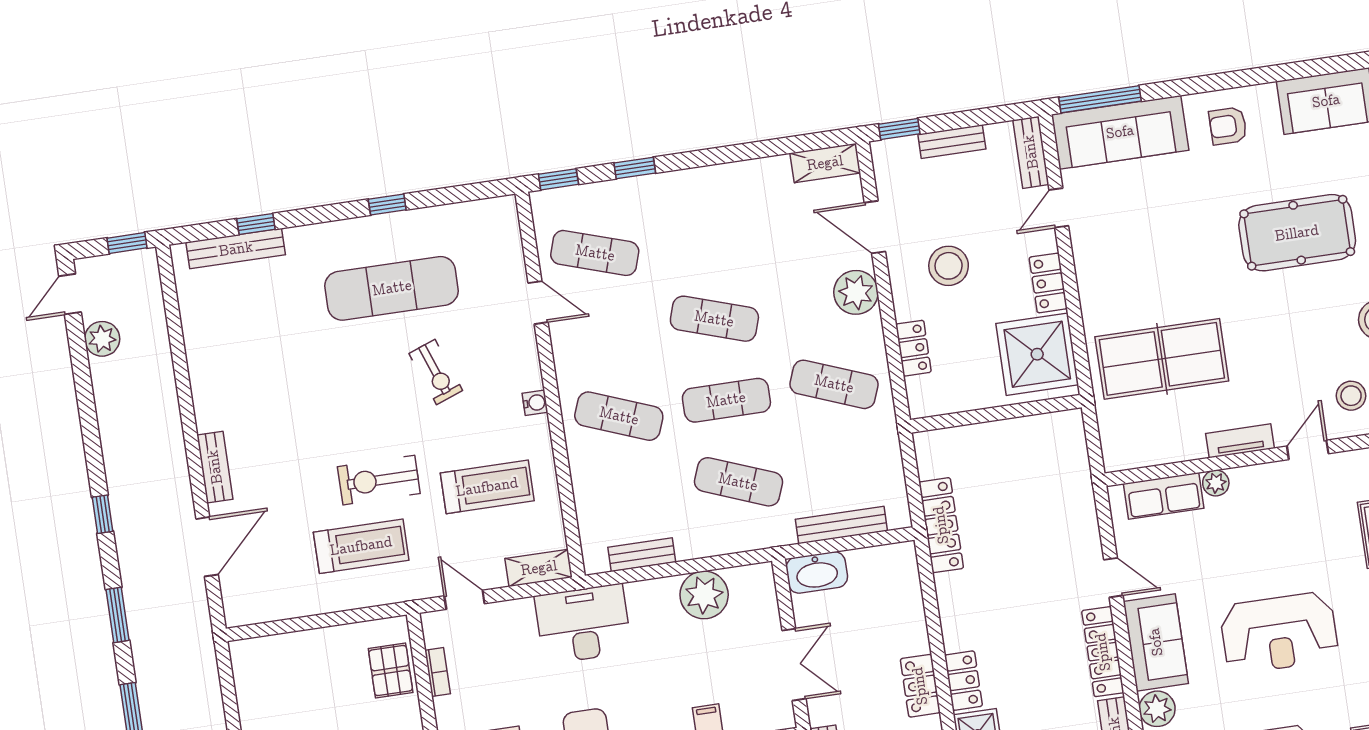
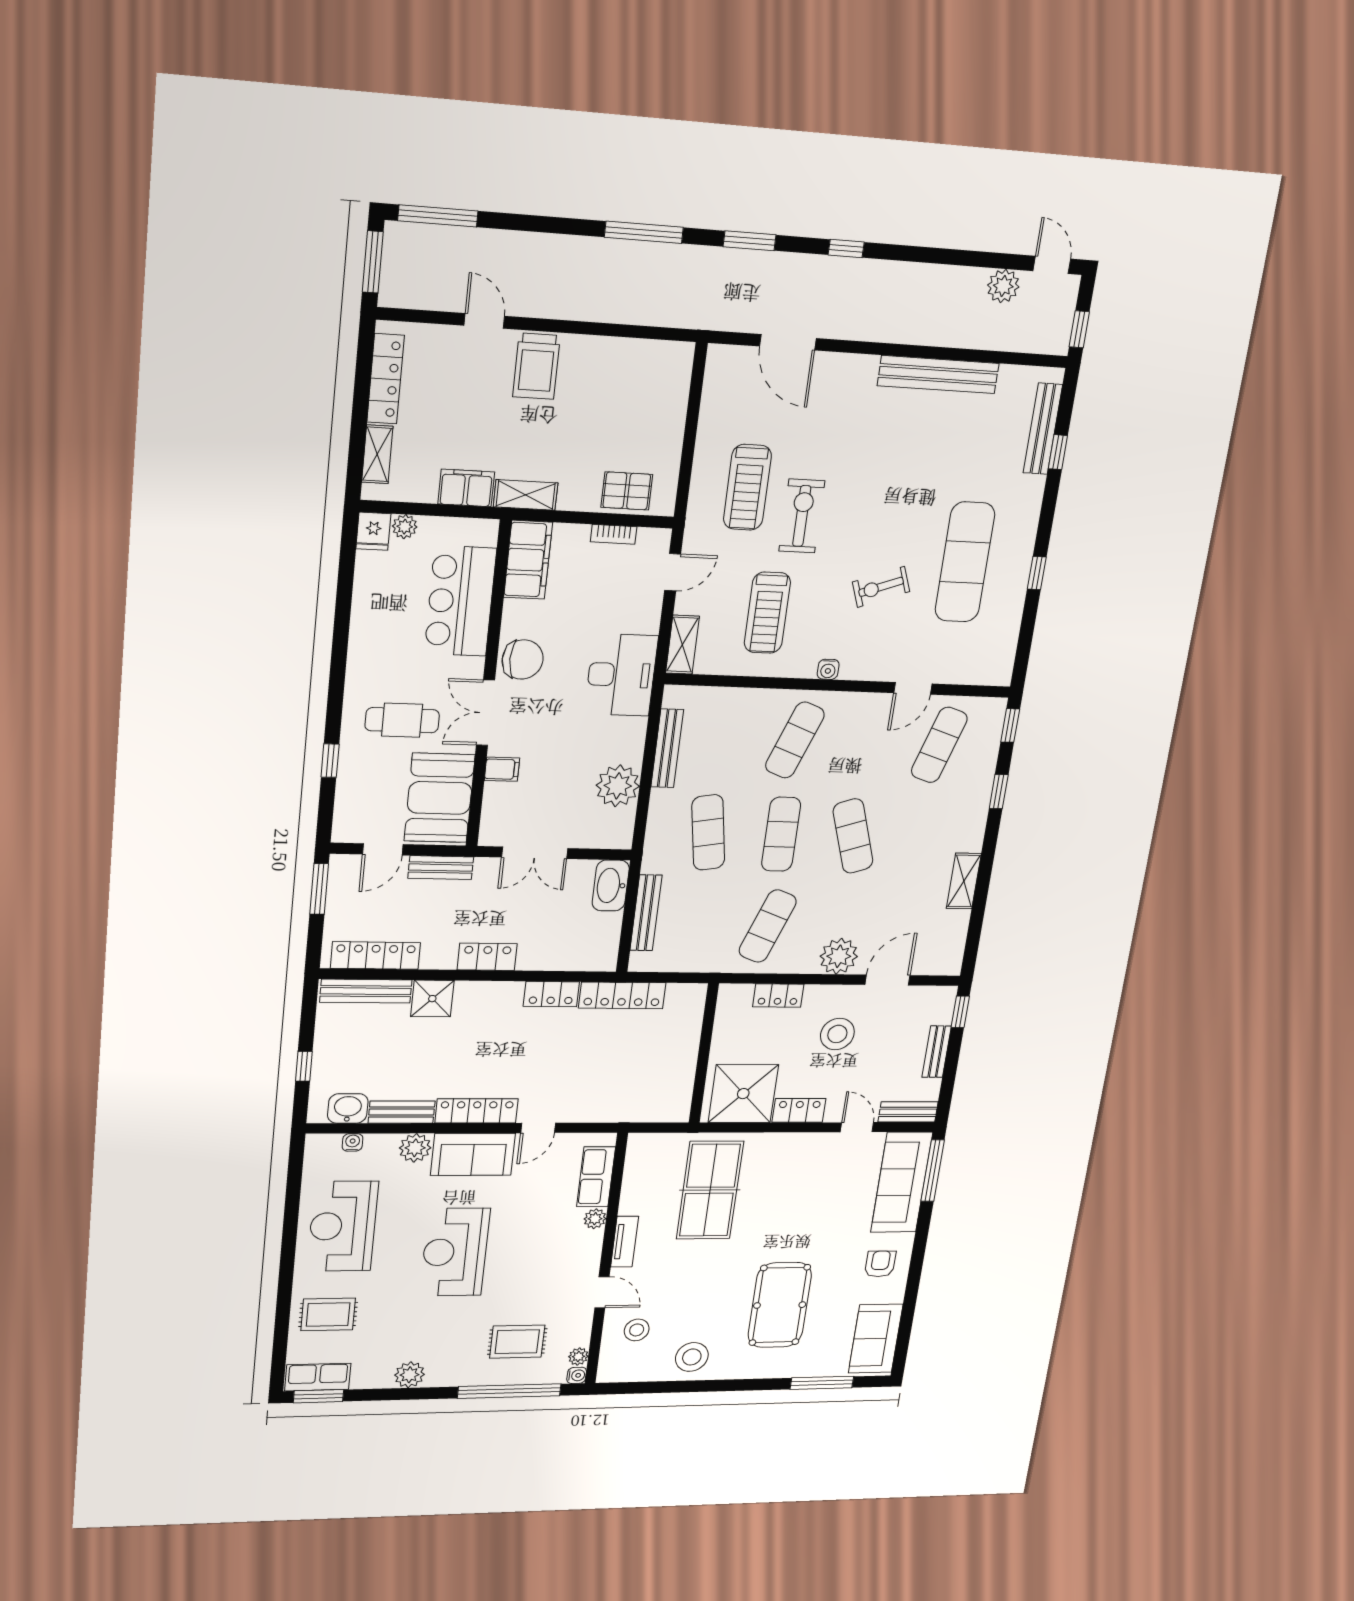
shelving: (825, 163) -> (964, 881), moved
exercise mat: (714, 319) -> (853, 836), turned -36
bench: (215, 467) -> (938, 375), moved, width x1.86, depth x1.21
exercise mat: (738, 482) -> (708, 832), turned -30
bench: (642, 555) -> (667, 748), width x1.36
locker: (963, 681) -> (551, 994), moved

